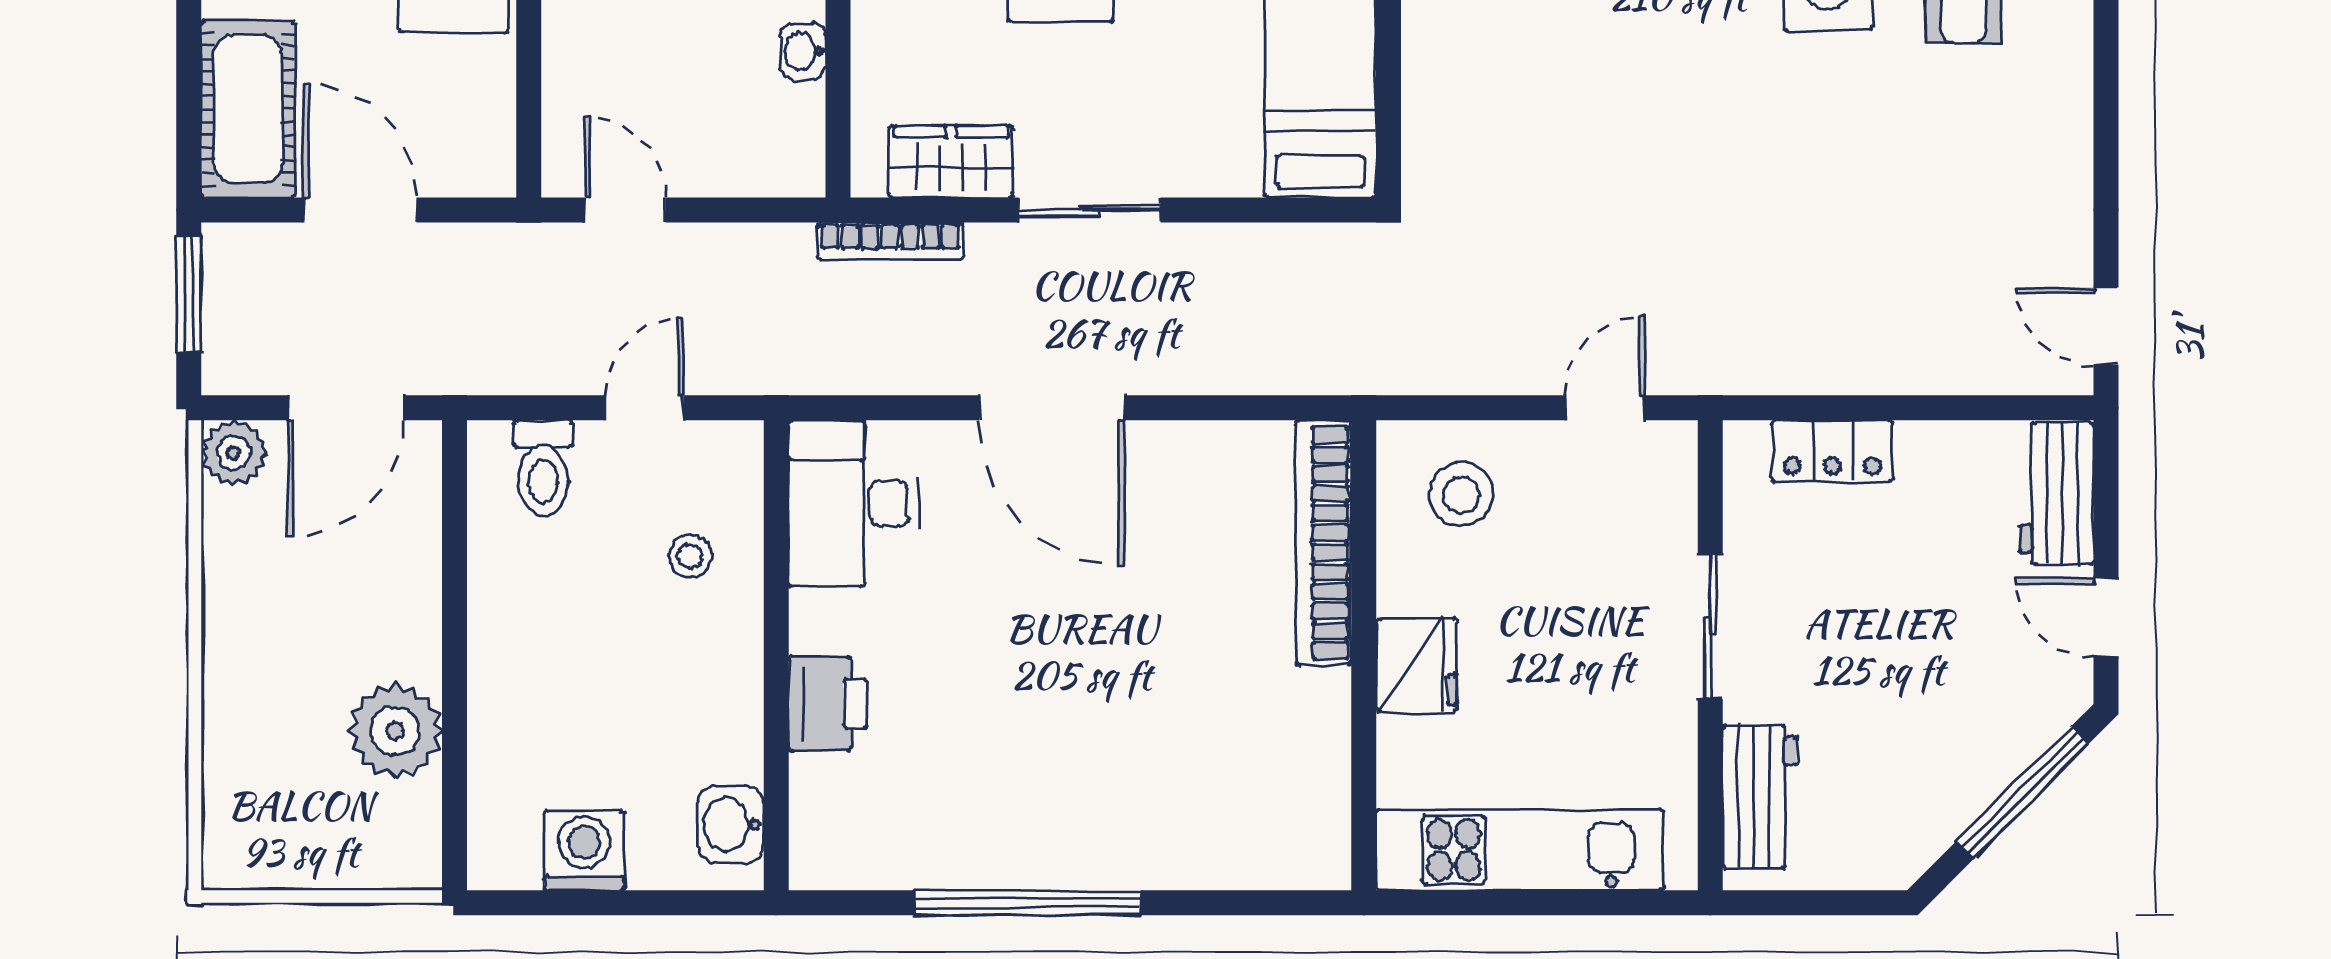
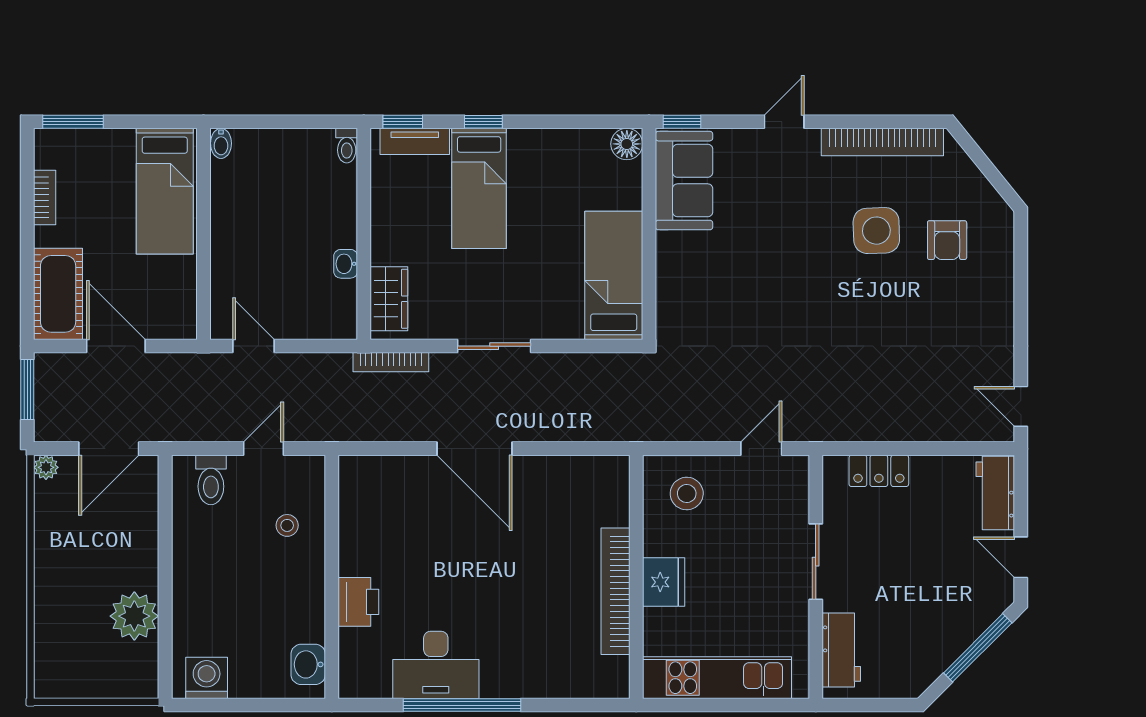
wardrobe: (951, 161) -> (389, 299), moved, turned 90
plant: (234, 453) -> (46, 467), width x0.73, depth x0.73
desk: (854, 504) -> (436, 665), moved, turned -90
bookcase: (1324, 543) -> (615, 591), moved
washing machine: (584, 850) -> (207, 678), moved

